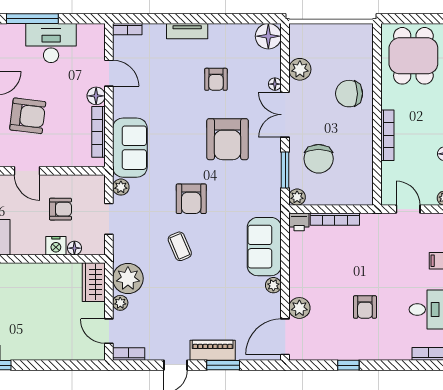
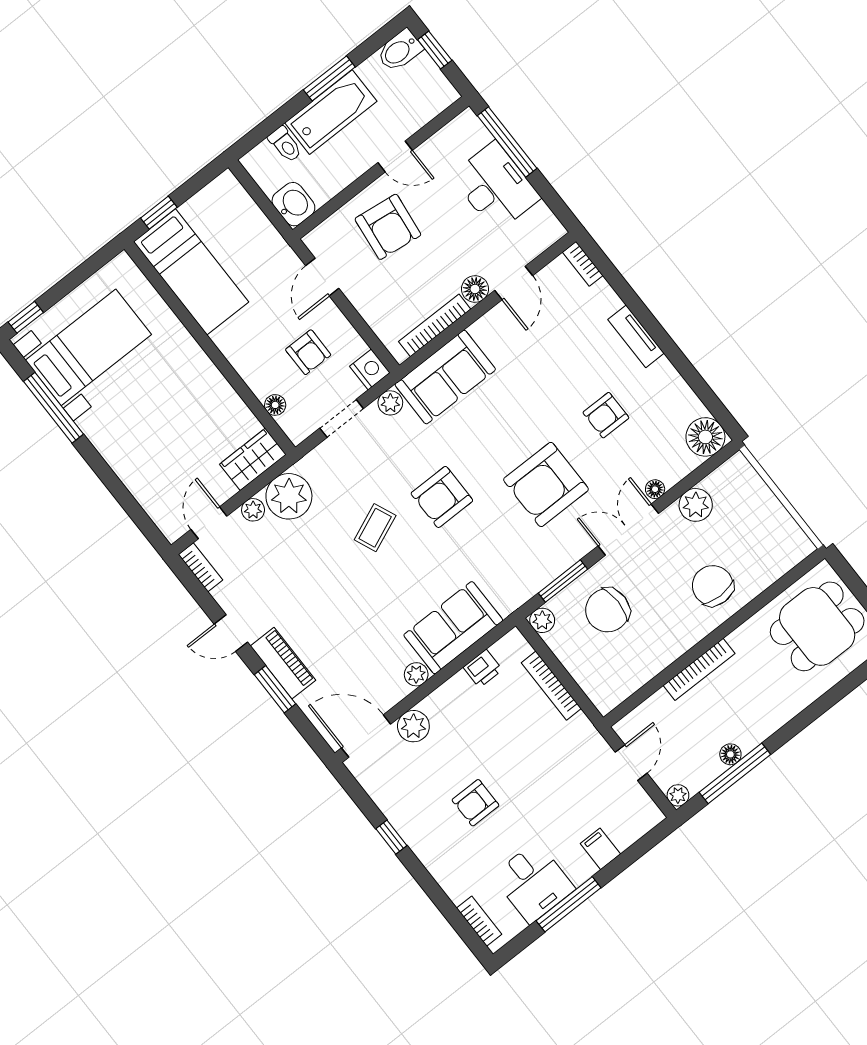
printer: (299, 222) -> (483, 669), moved, turned -90
nightstand: (56, 246) -> (370, 369), moved, turned 180

